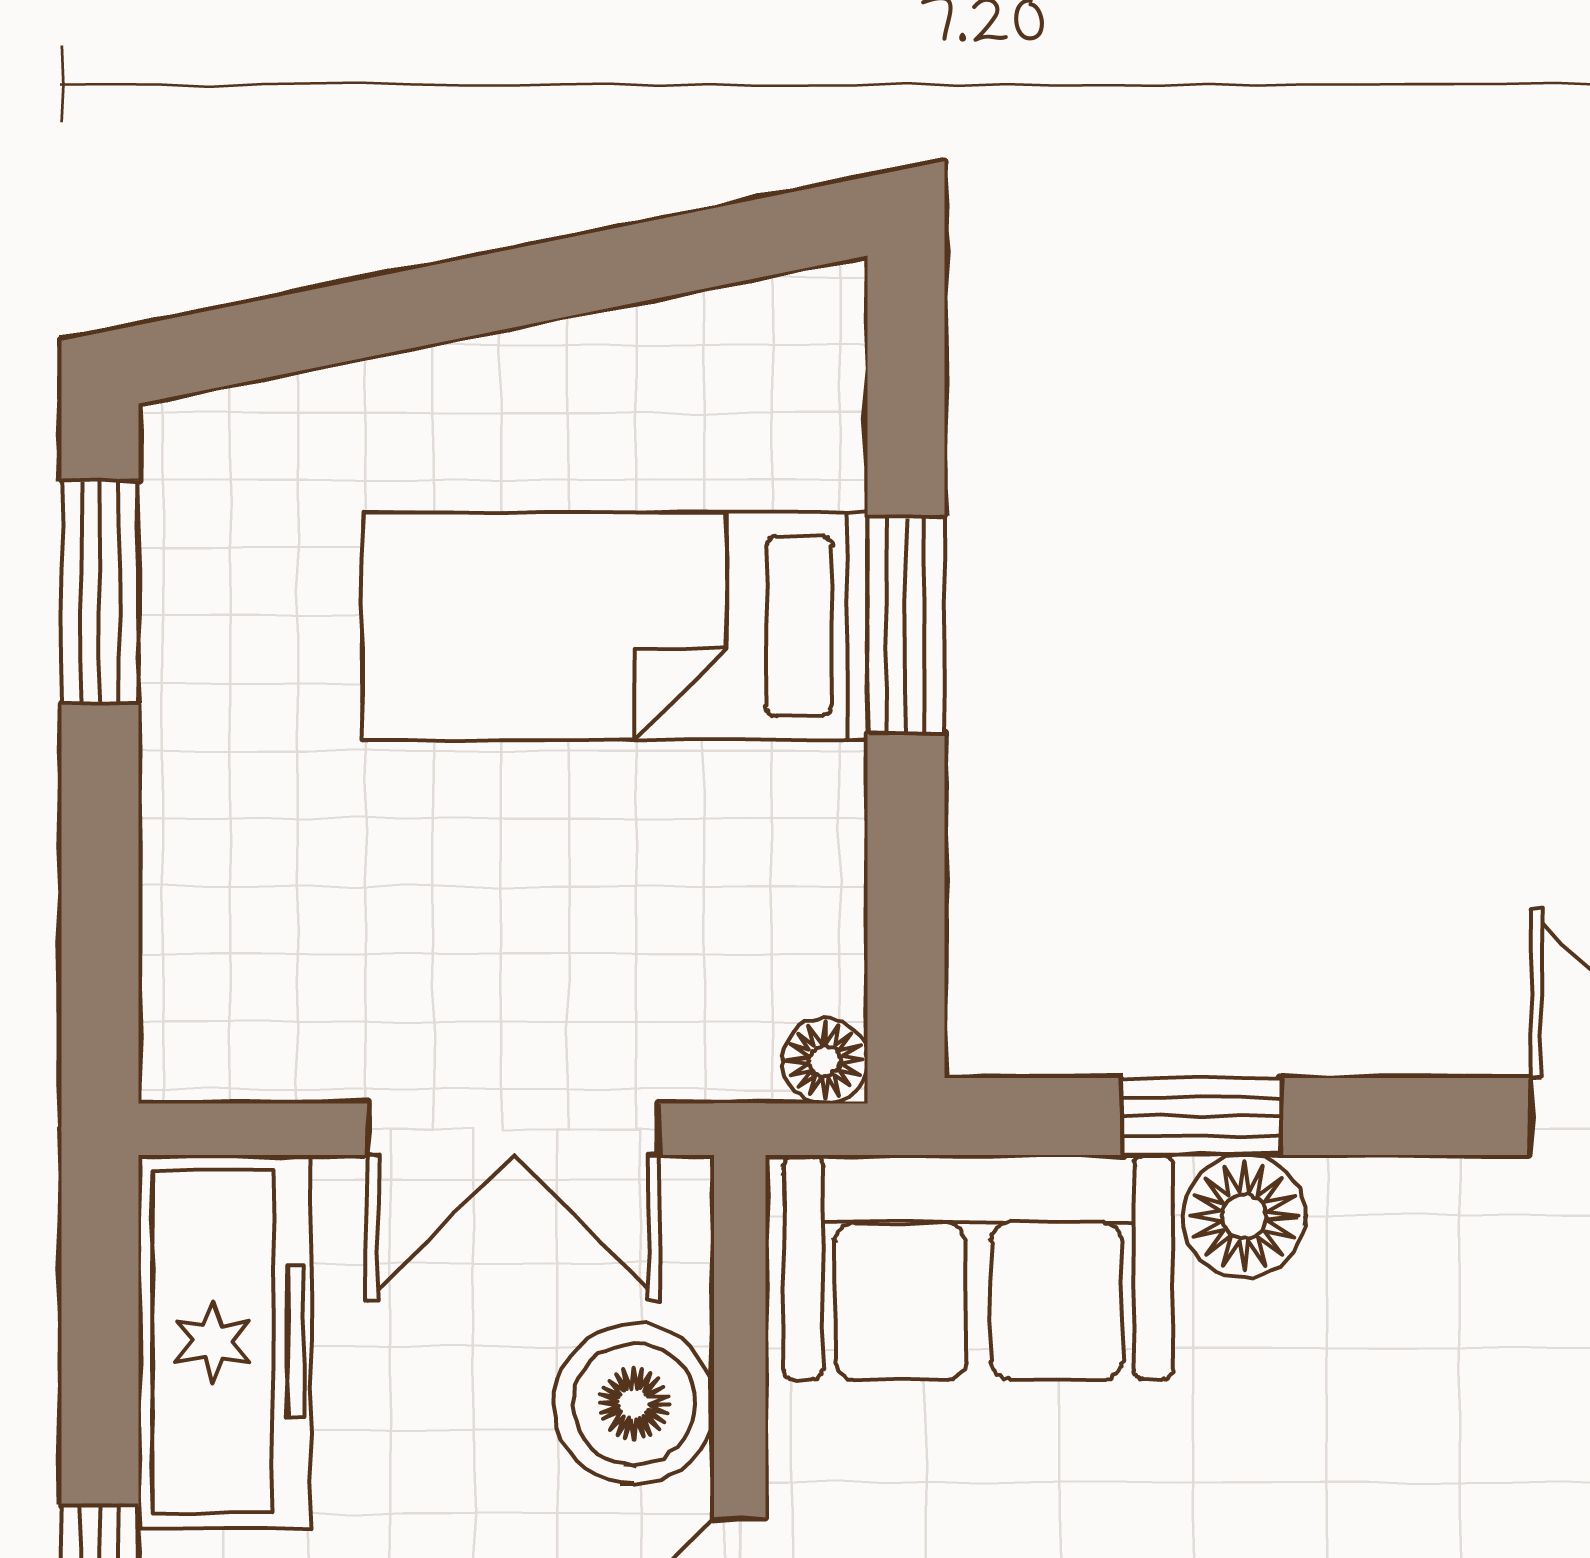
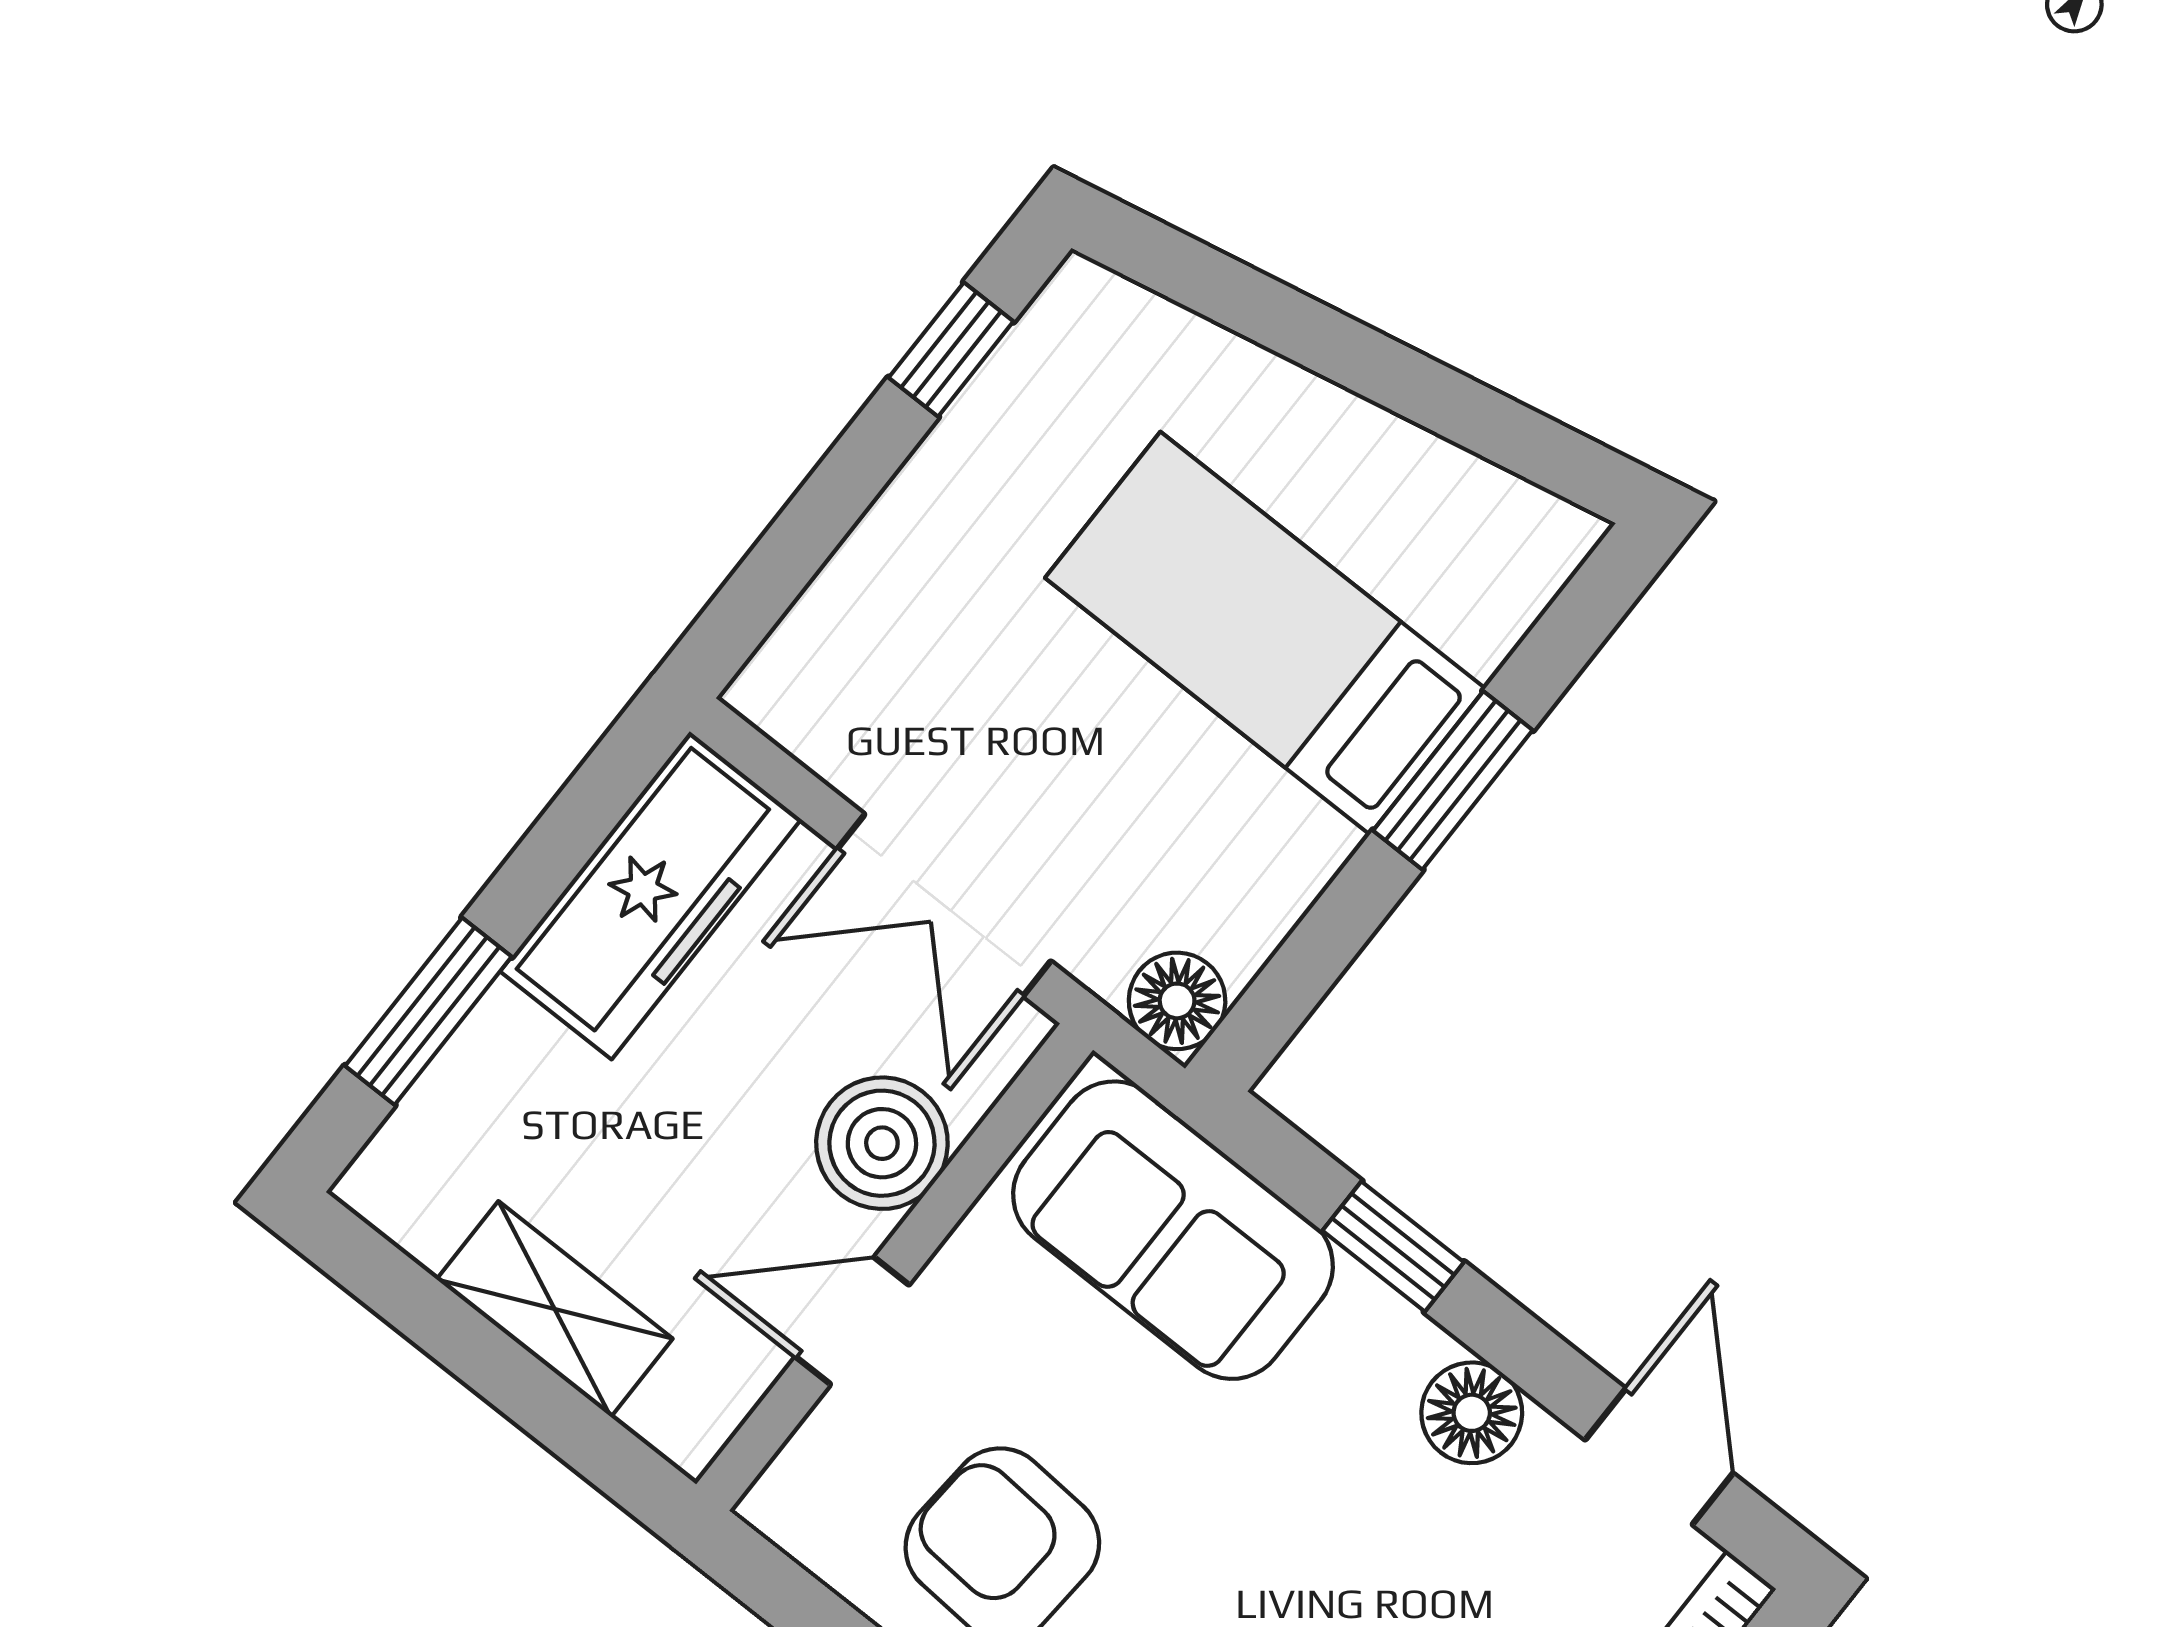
window: (100, 592) -> (951, 350), width x0.67
floor lamp: (825, 1061) -> (1177, 1001), width x1.37, depth x1.37
floor lamp: (1244, 1216) -> (1472, 1413), moved

